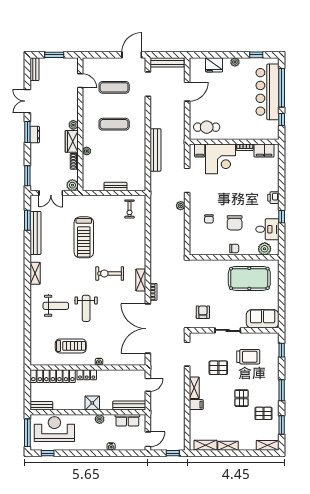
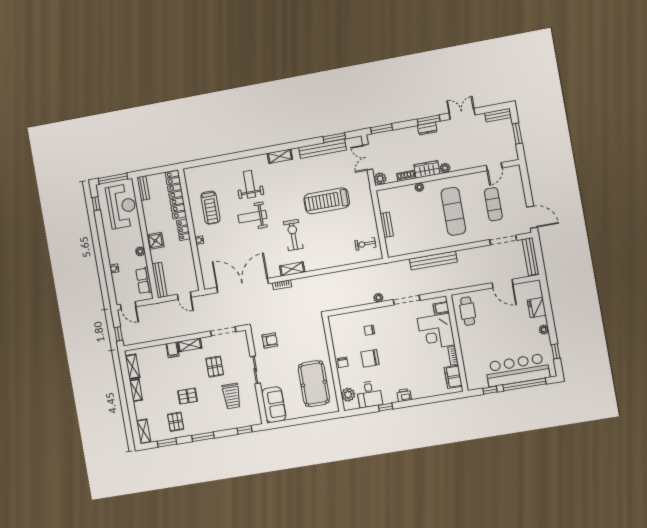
exercise mat: (114, 124) -> (453, 211), width x1.36, depth x1.45
weight bench: (56, 306) -> (250, 184), turned 180

